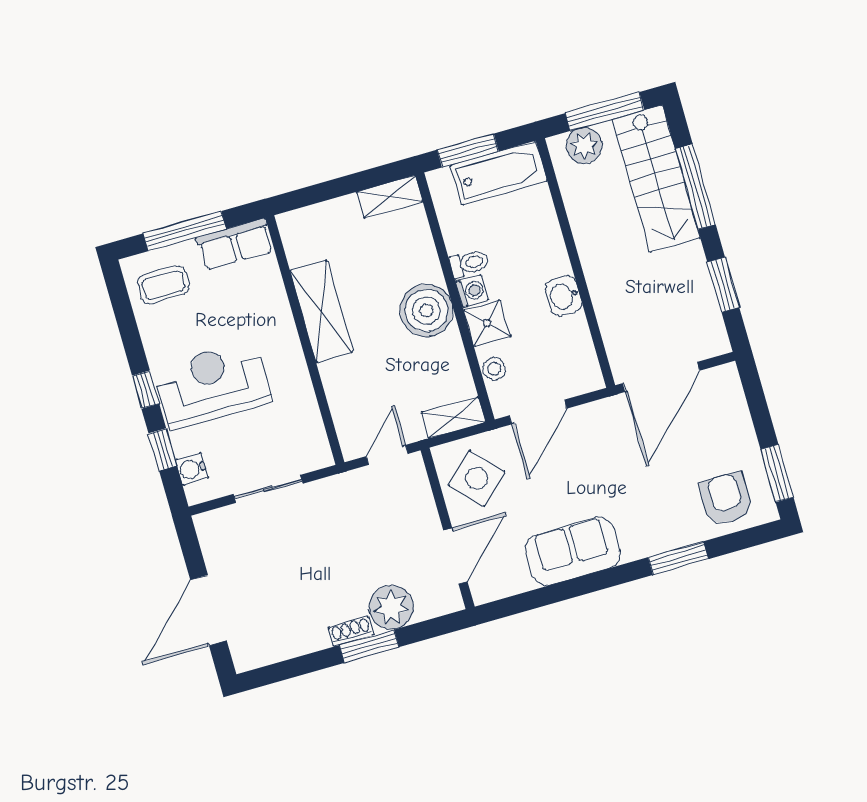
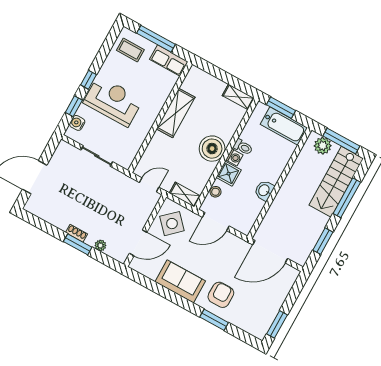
armchair: (726, 499) -> (221, 295), moved
plant: (391, 607) -> (100, 245), width x0.53, depth x0.53

